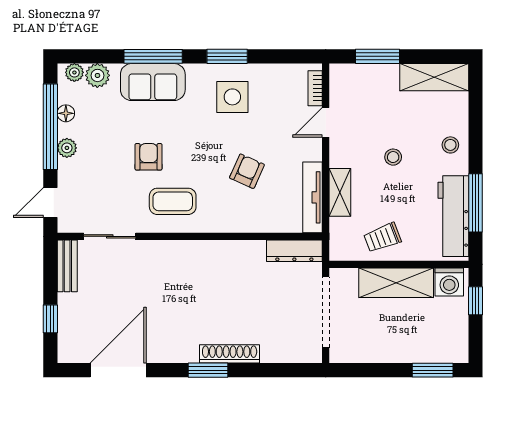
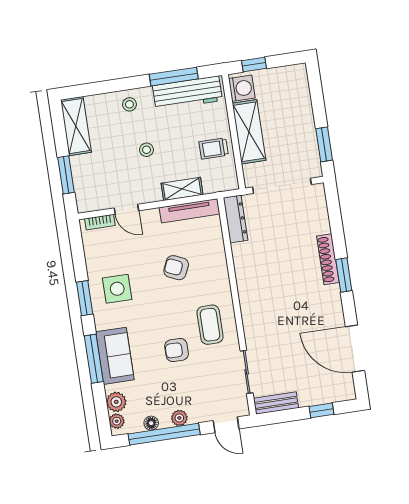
trolley: (382, 238) -> (214, 149), turned 111
window: (433, 370) -> (324, 144), moved

